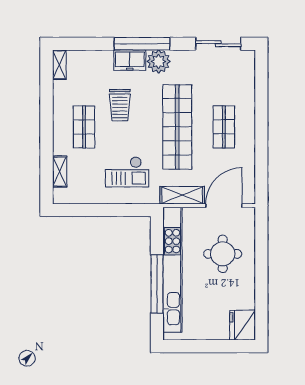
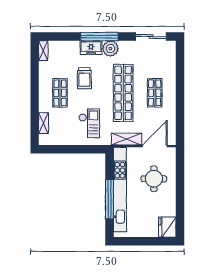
checkout: (127, 172) -> (89, 123), turned -90

